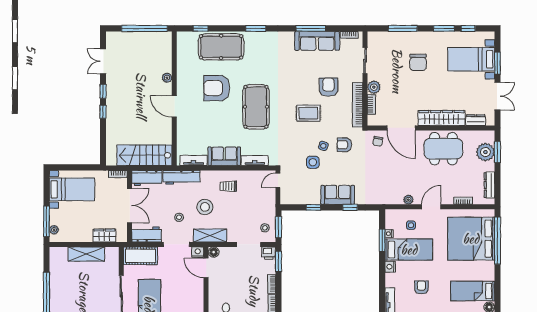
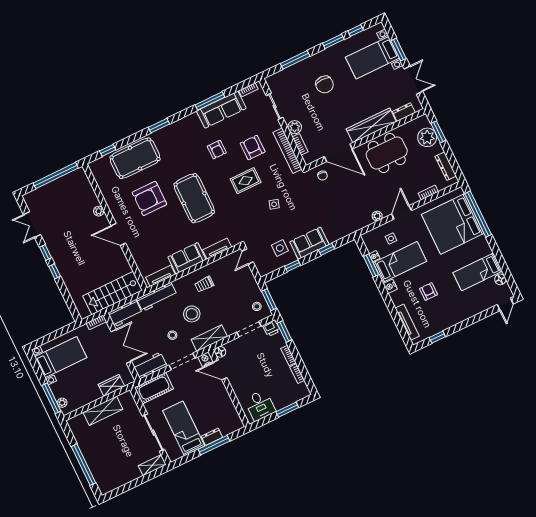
armchair: (344, 145) -> (217, 150), moved, turned -90
side table: (313, 162) -> (280, 248), moved

